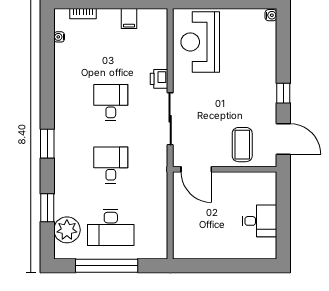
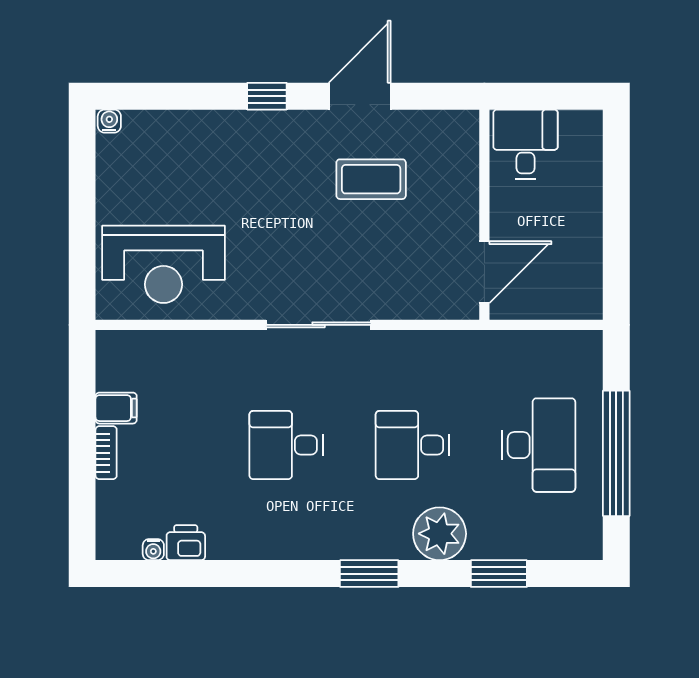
bookcase: (83, 14) -> (106, 453), moved
printer: (159, 79) -> (186, 543), moved, turned 180
door: (196, 169) -> (484, 272), moved
wall: (225, 169) -> (484, 215), moved
plant: (67, 230) -> (440, 534), moved

